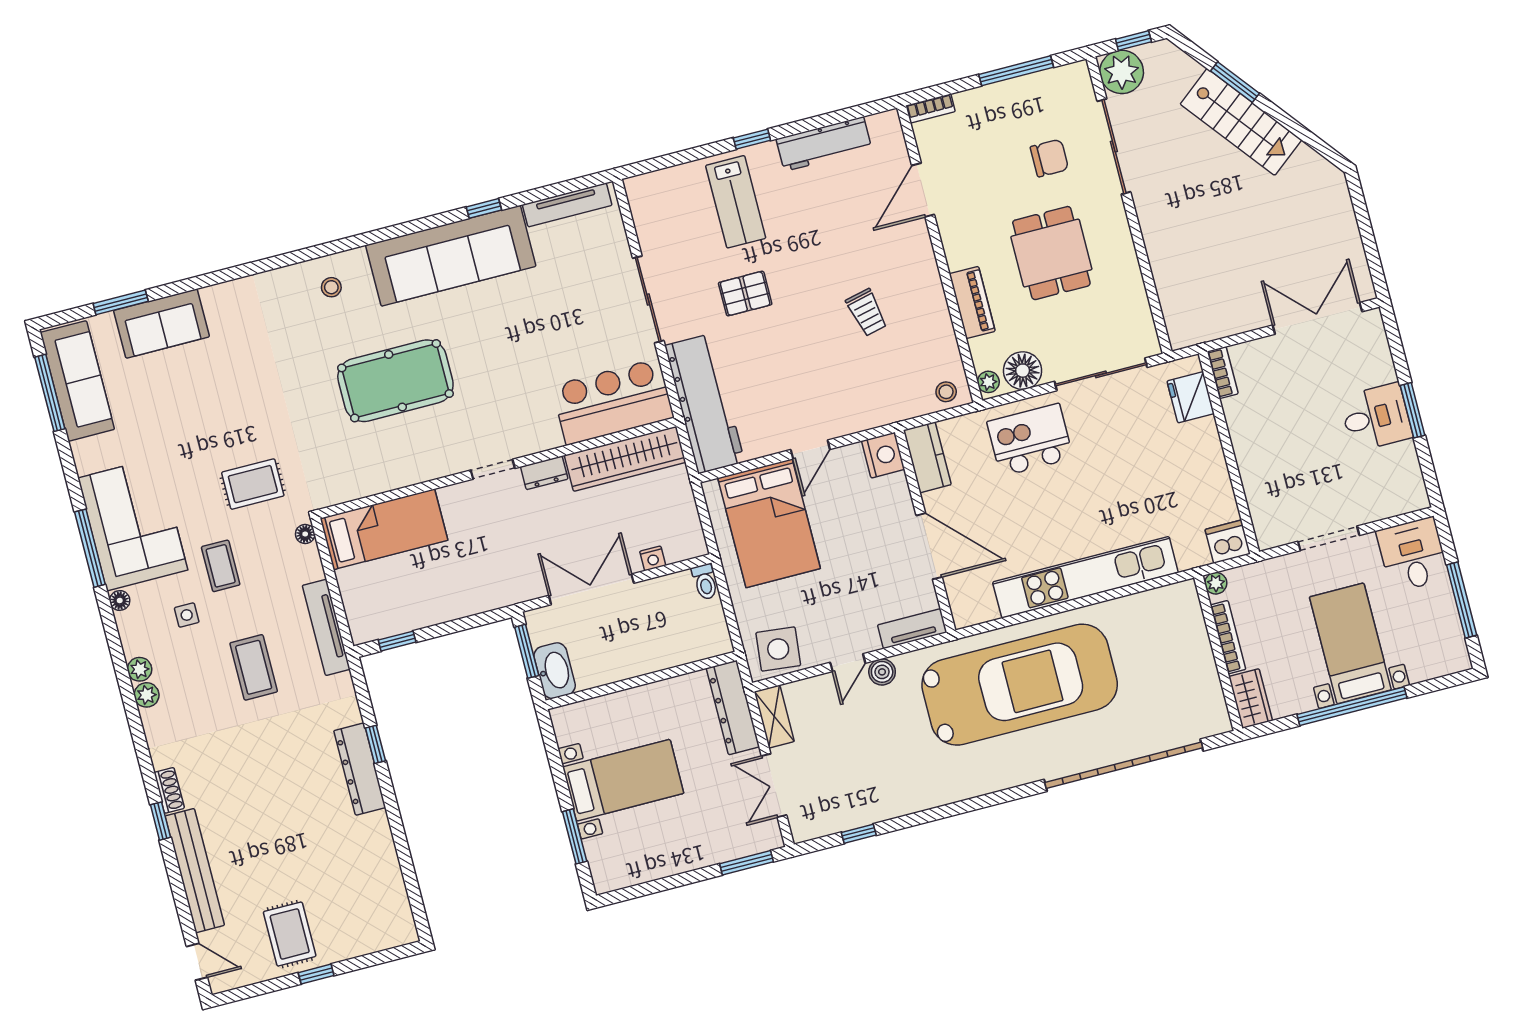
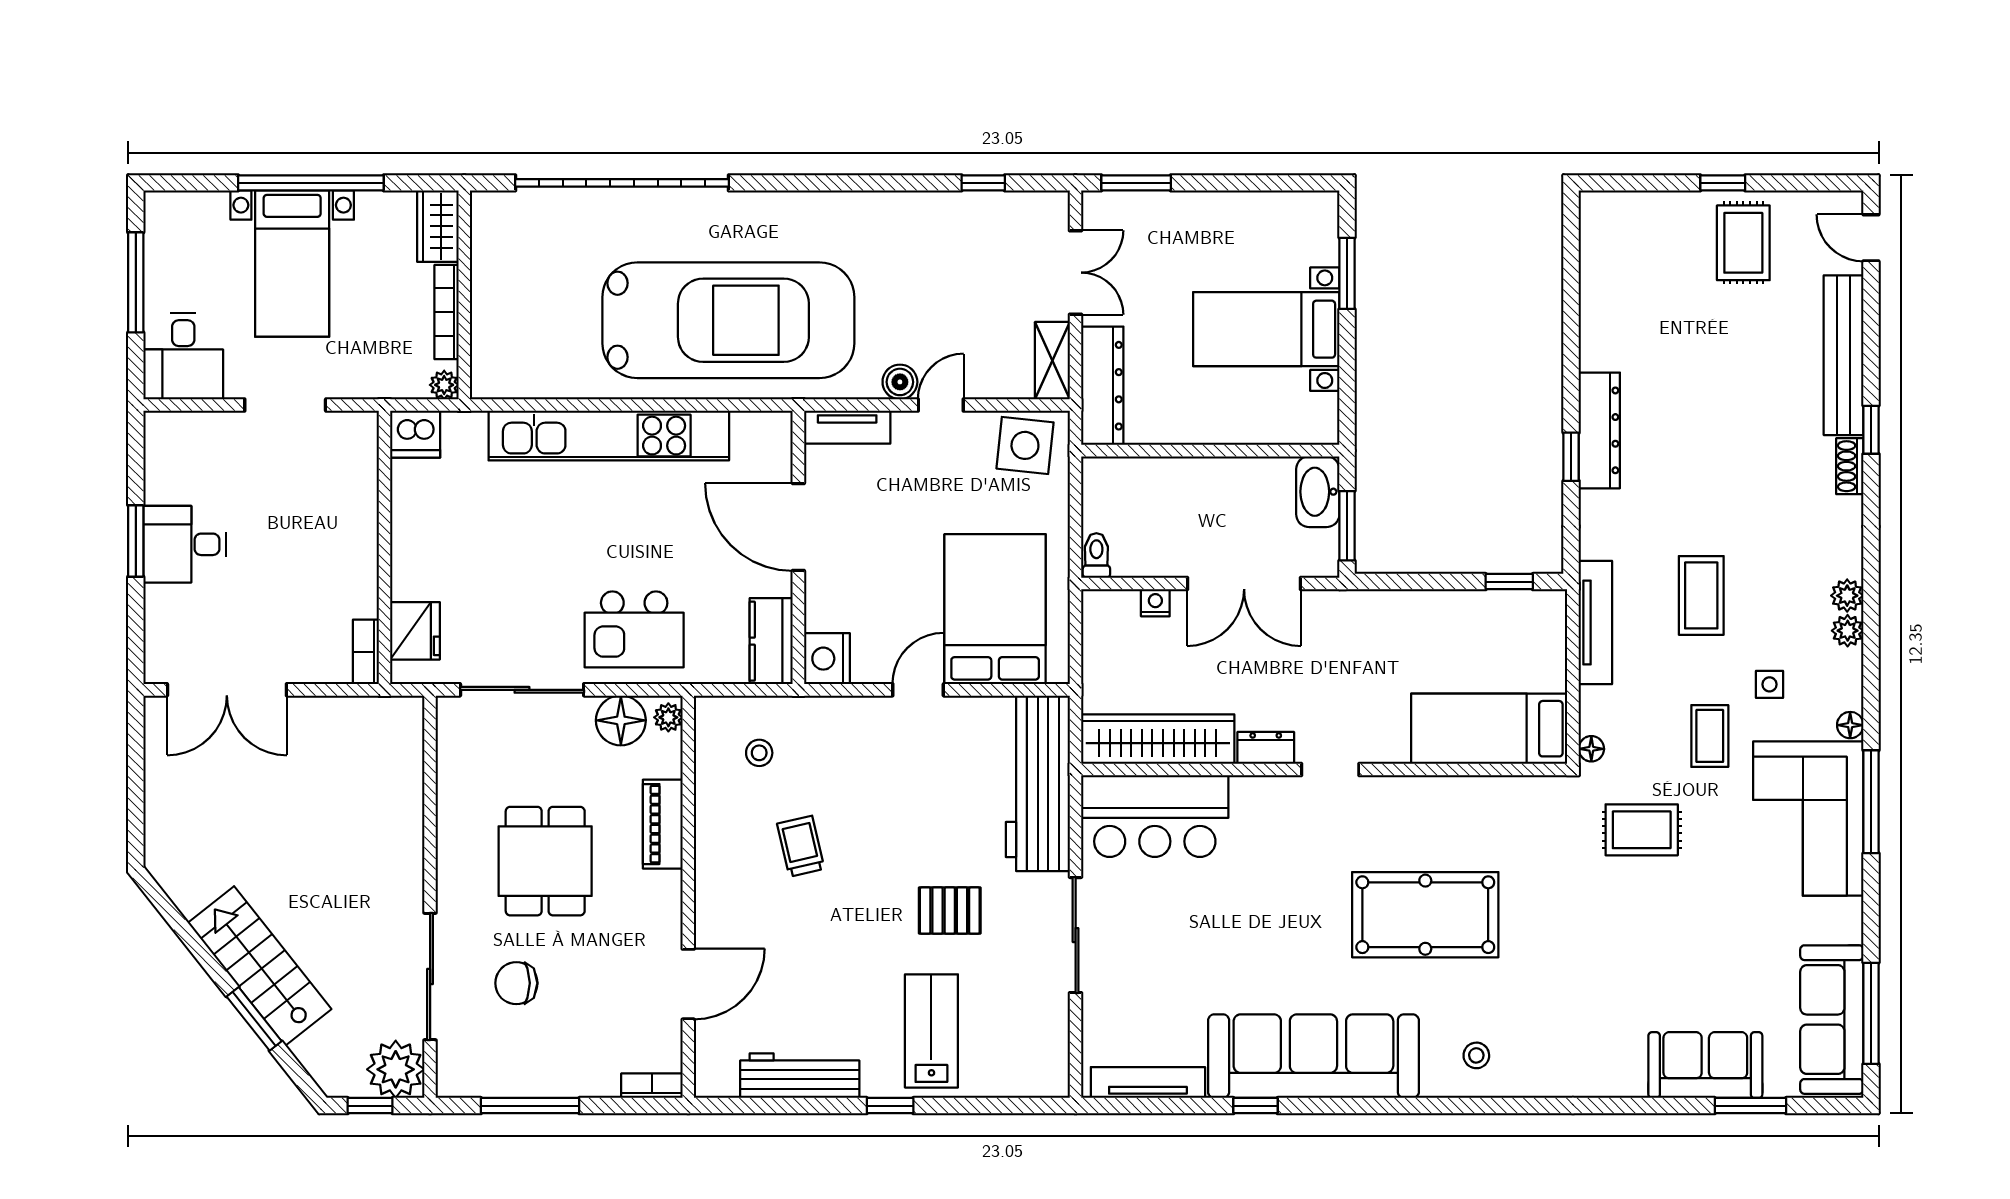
stool: (946, 392) -> (759, 753), moved
car: (1020, 685) -> (728, 320), turned 180

